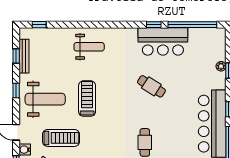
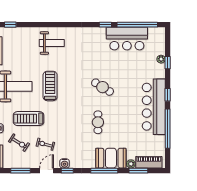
bar counter: (163, 41) -> (127, 39), moved
cafe table: (151, 86) -> (103, 87), moved
treadmill: (61, 138) -> (29, 119), turned 180

